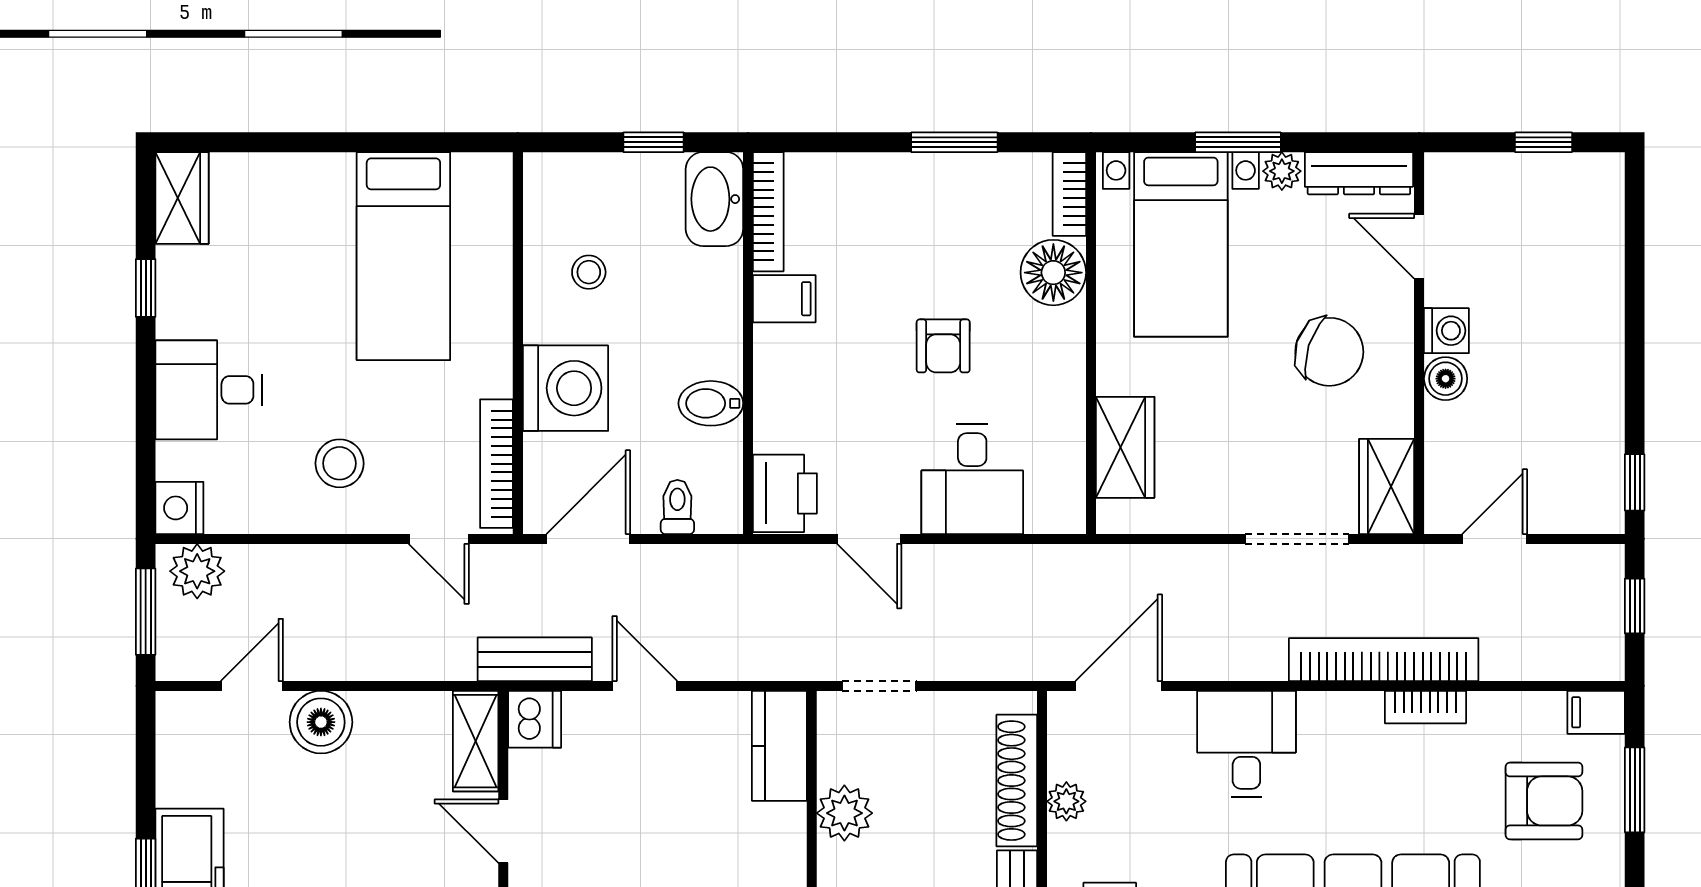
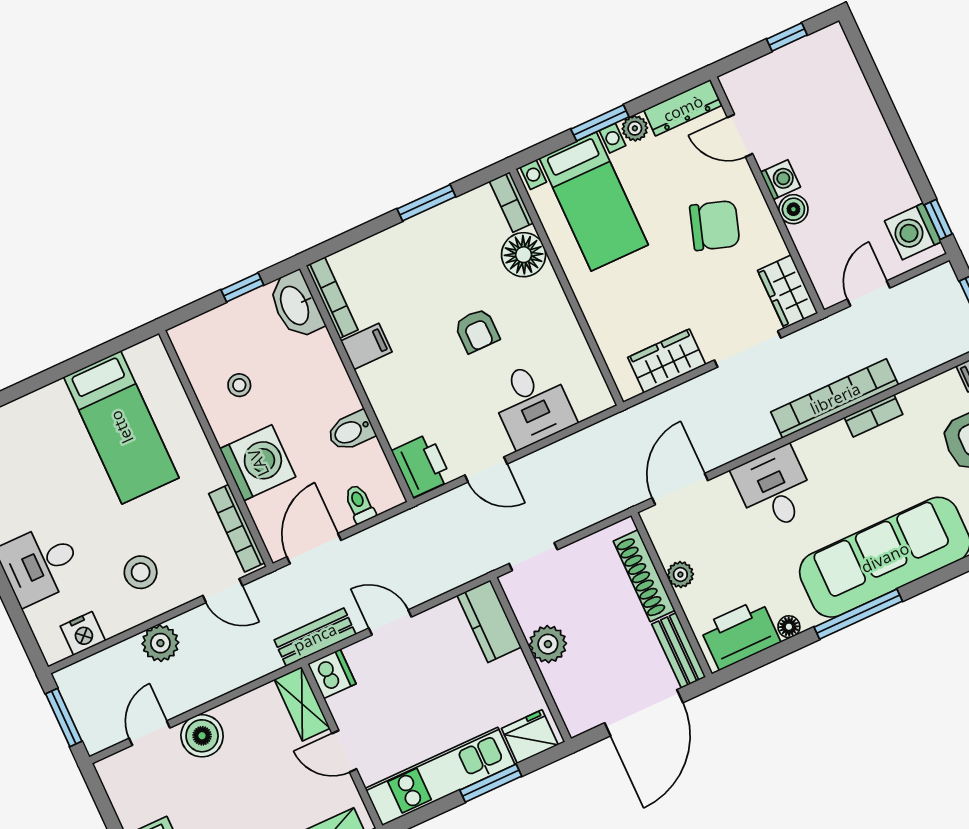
wardrobe: (1125, 447) -> (667, 361), moved, turned -90
washing machine: (1593, 483) -> (913, 231), added
nightstand: (179, 508) -> (83, 633), moved, turned -90
plant: (197, 571) -> (160, 643), moved

